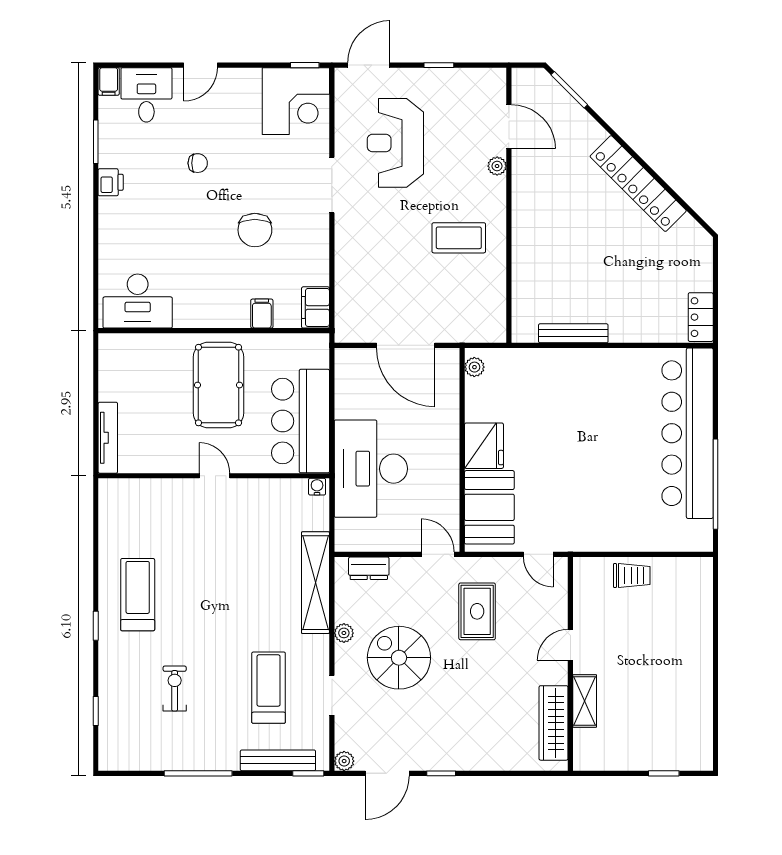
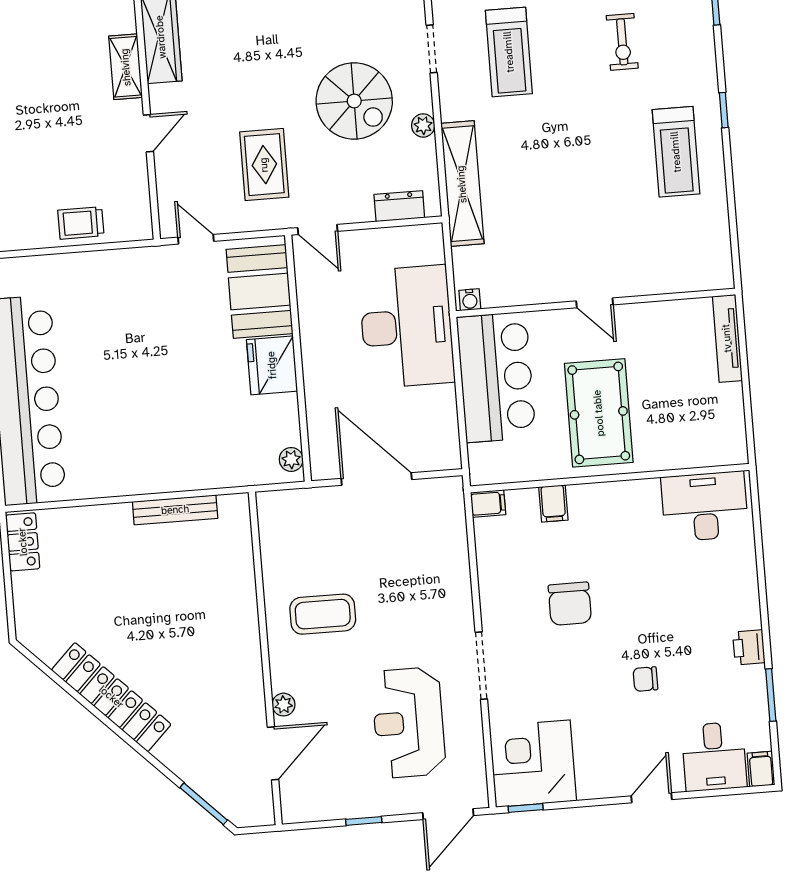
door: (509, 127) -> (273, 753), swing flipped
reception desk: (395, 143) -> (409, 723), turned 180
chair: (255, 230) -> (570, 604), turned 180
filing cabinet: (316, 307) -> (488, 504), width x0.50

